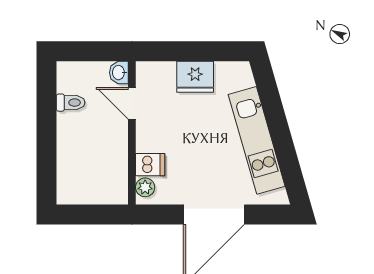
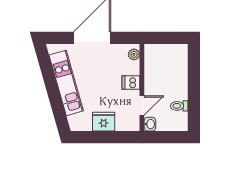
door: (132, 103) -> (142, 105), hinge flipped
dishwasher: (150, 165) -> (131, 83), moved

